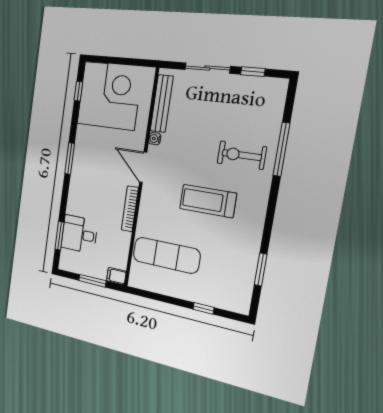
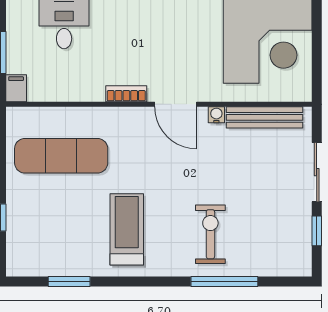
door: (143, 167) -> (176, 104), swing flipped
treadmill: (208, 201) -> (127, 229), moved
bookcase: (130, 209) -> (126, 94), width x0.64
exercise mat: (166, 255) -> (61, 156), turned 90

